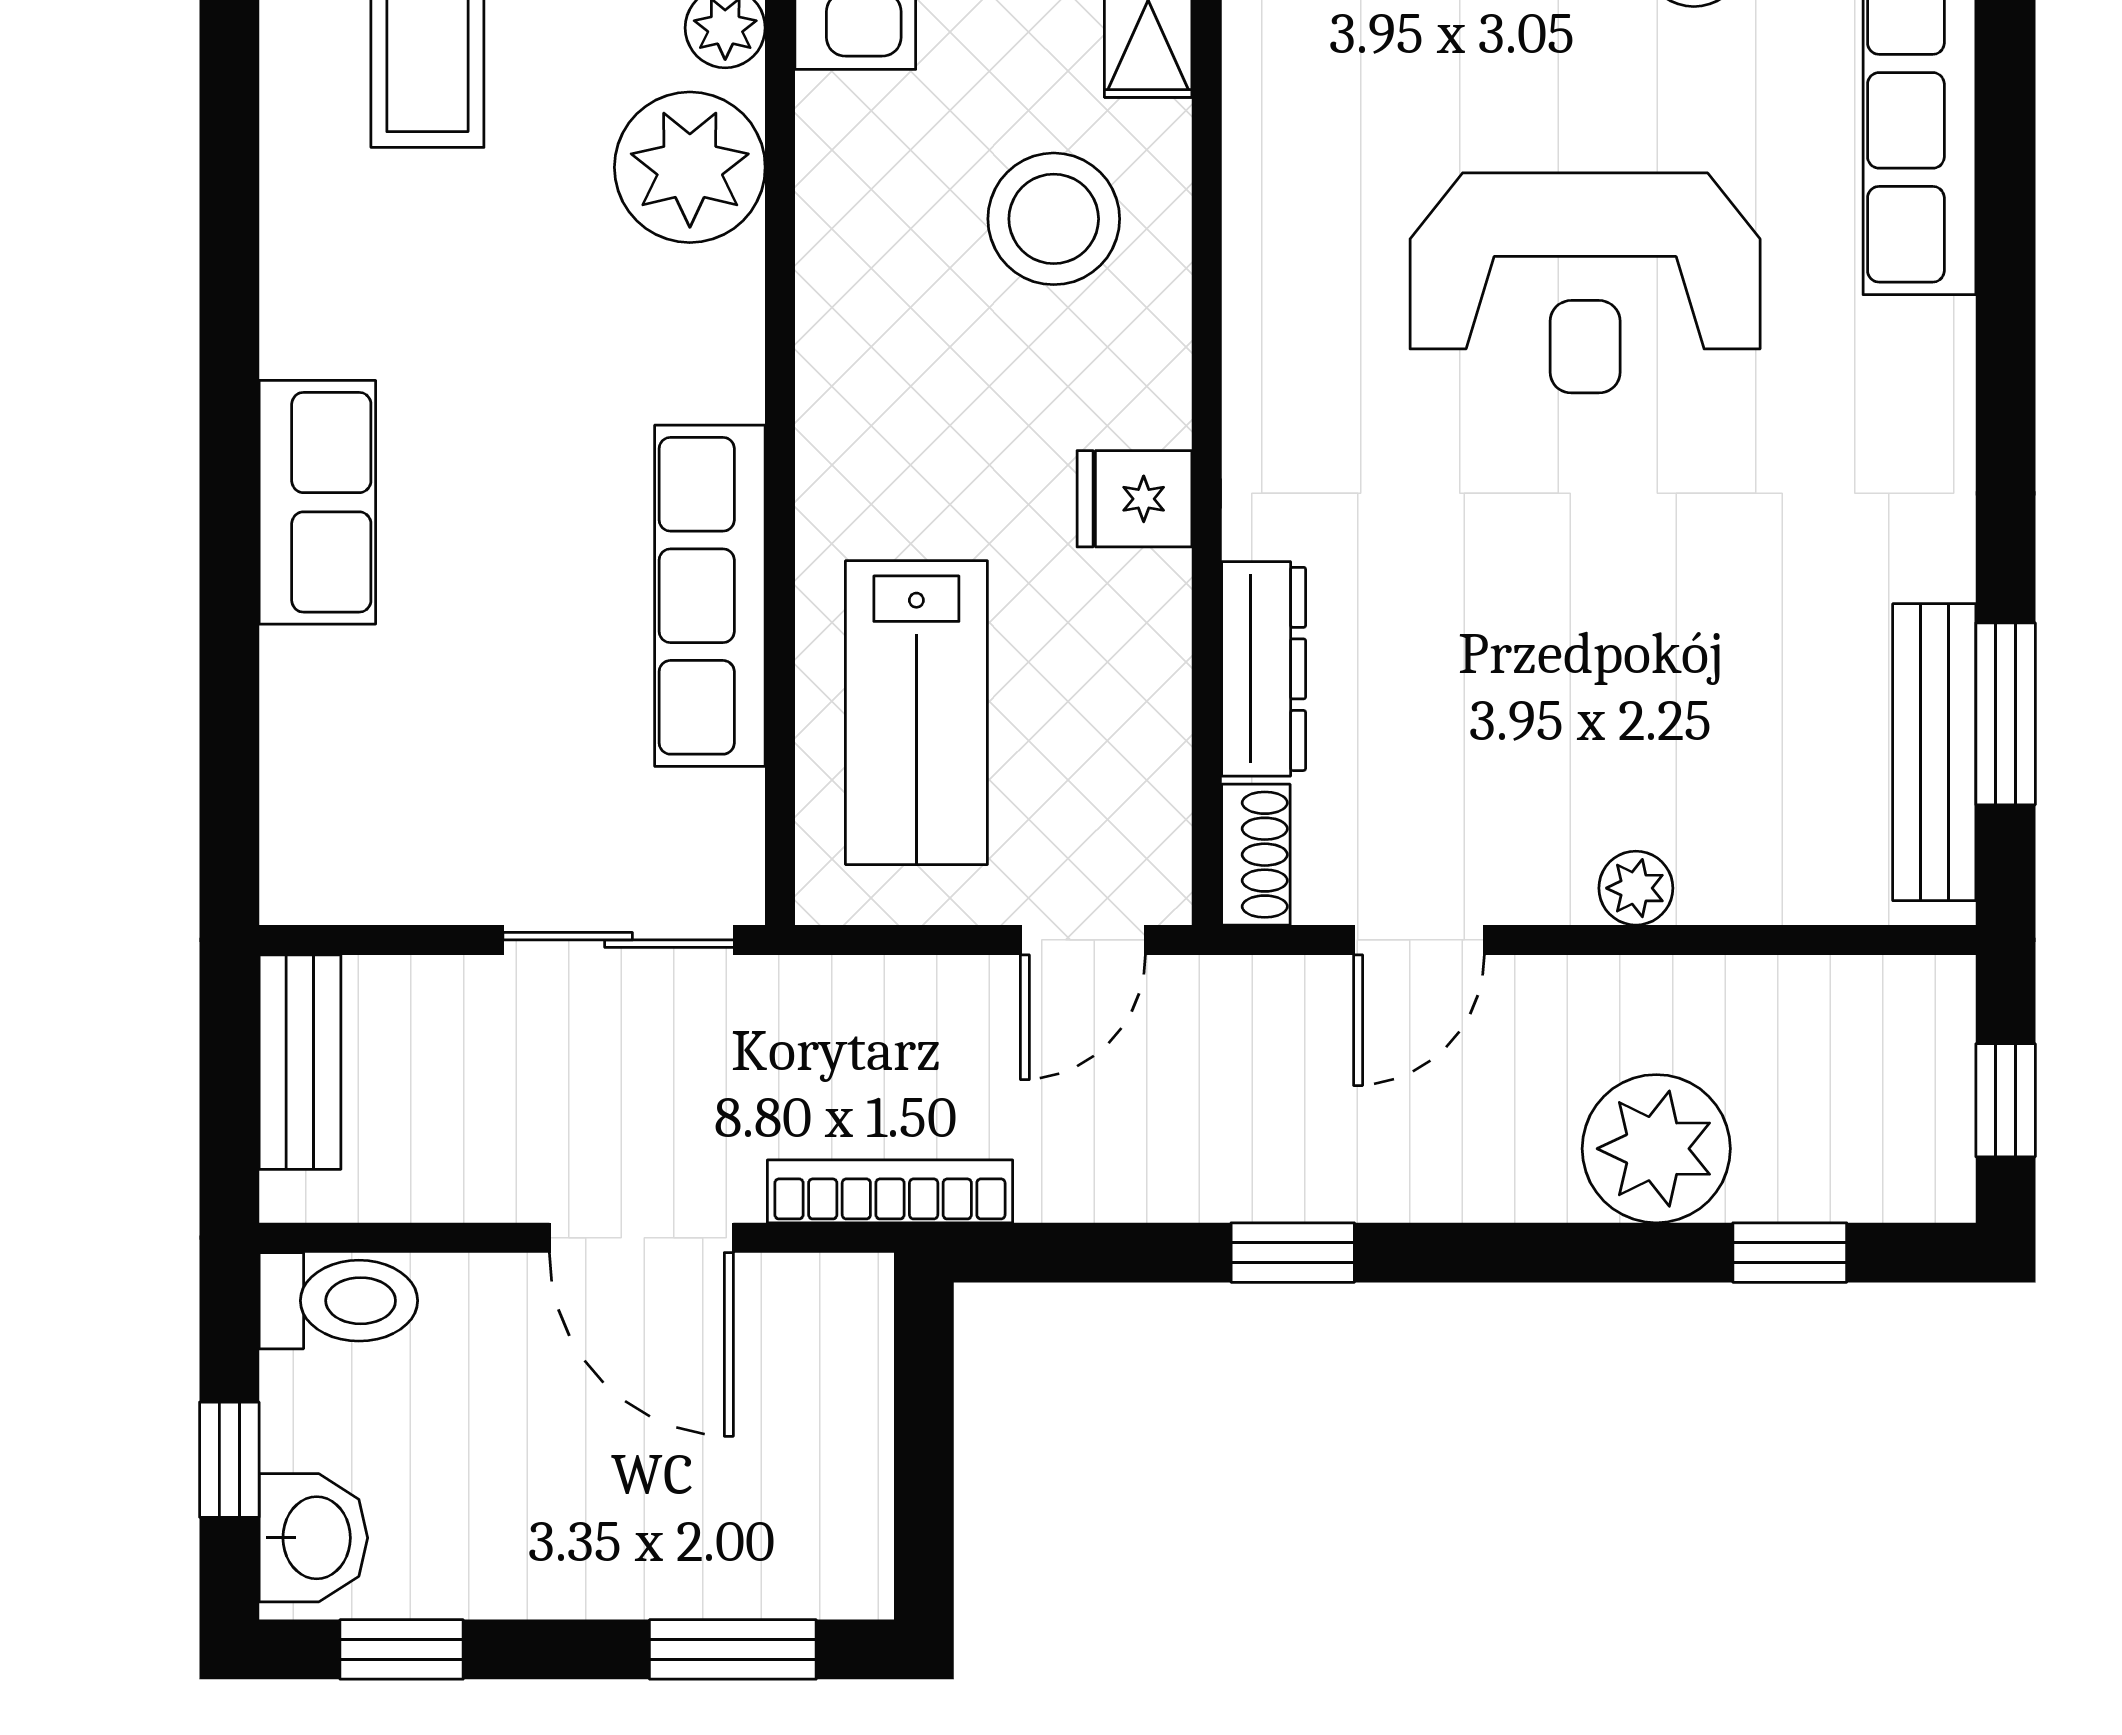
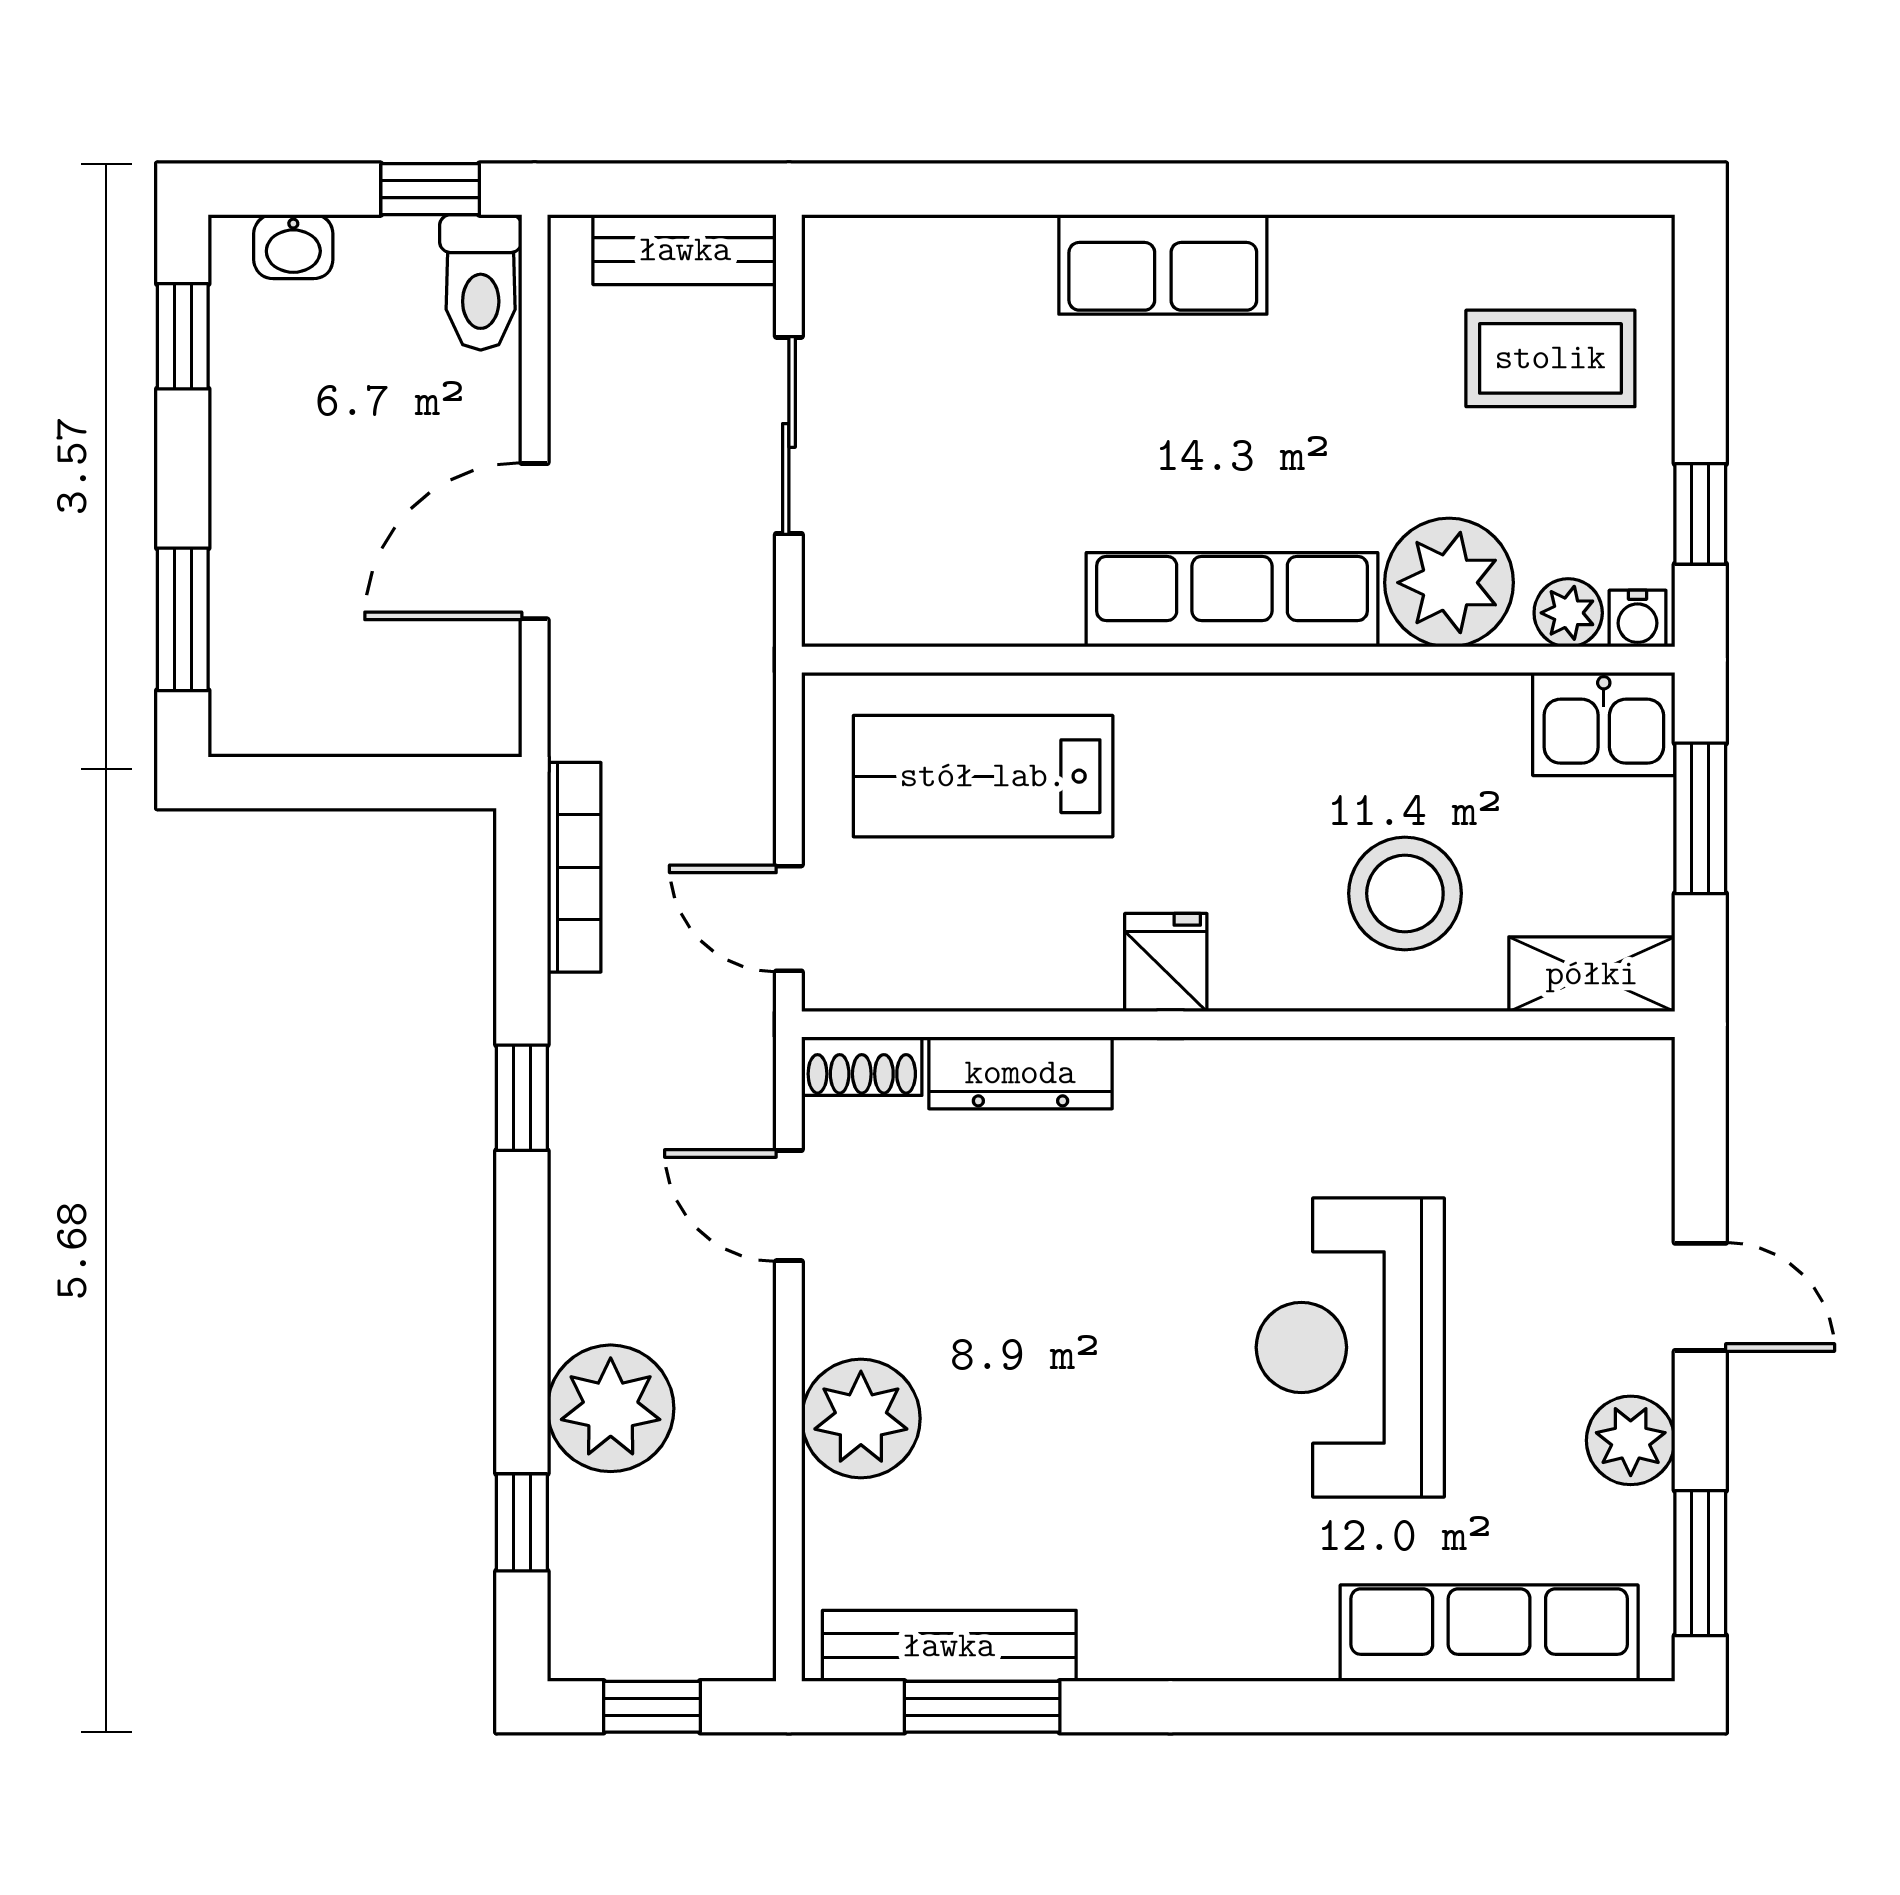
row of seats: (710, 596) -> (1232, 600), moved
plant: (1636, 888) -> (861, 1418), width x1.87, depth x1.87
sliding door: (619, 940) -> (789, 435), moved
bookcase: (890, 1191) -> (574, 867), moved
window: (229, 1460) -> (430, 189), moved
washbasin: (313, 1538) -> (293, 247), width x0.72, depth x0.69

